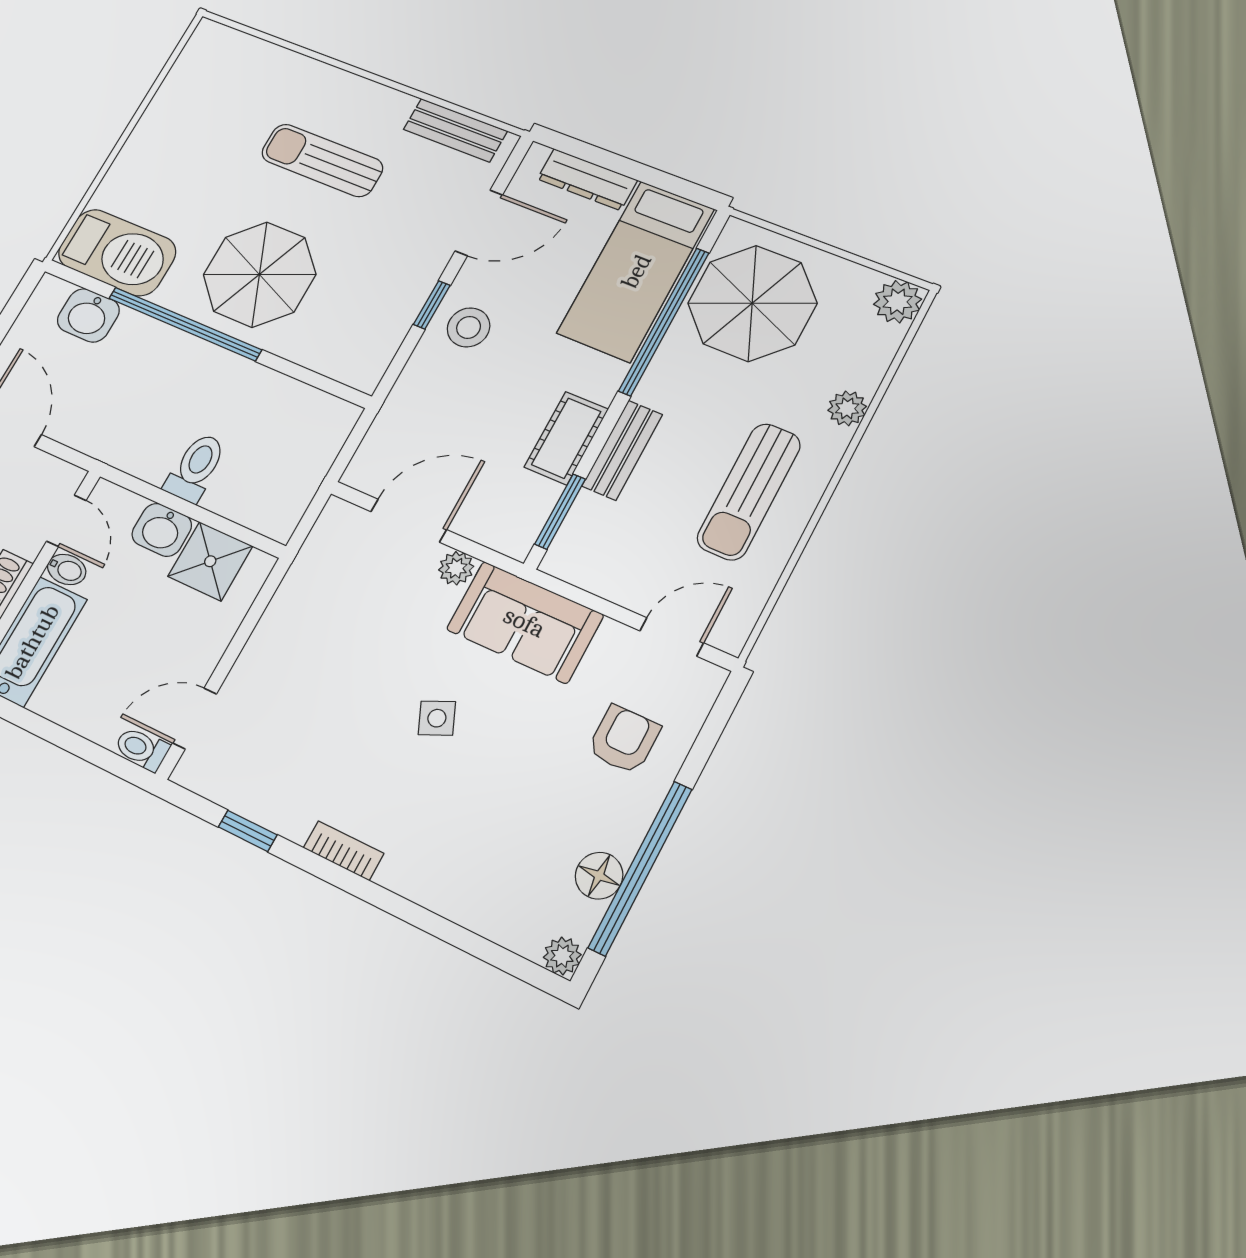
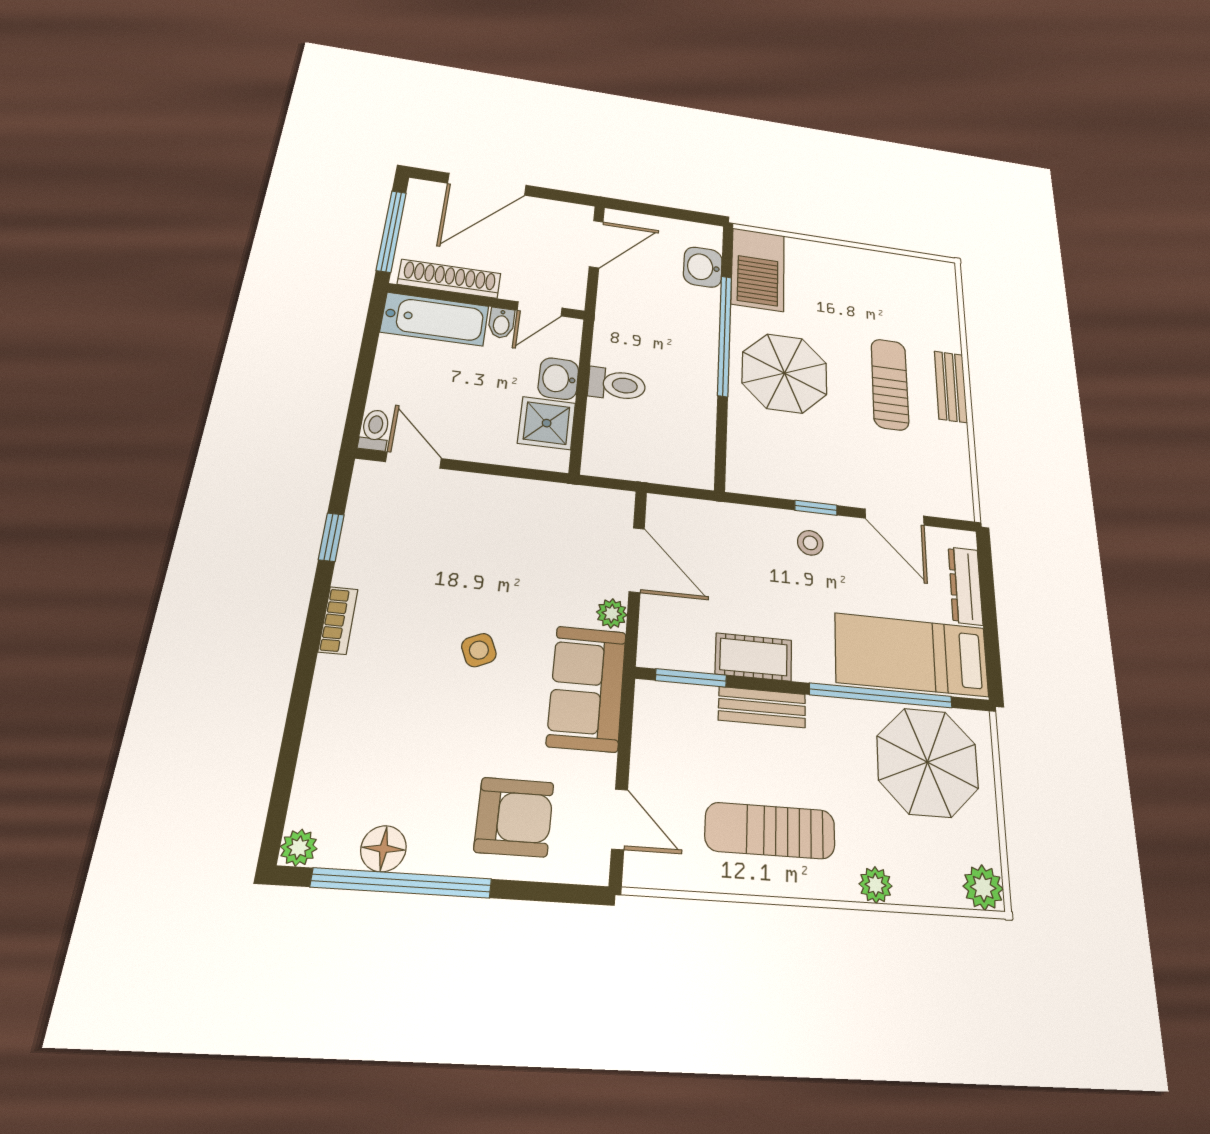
bench: (455, 130) -> (951, 387), moved
stool: (469, 327) -> (810, 543), width x0.73, depth x0.73
armchair: (624, 739) -> (514, 817), width x1.38, depth x1.38

